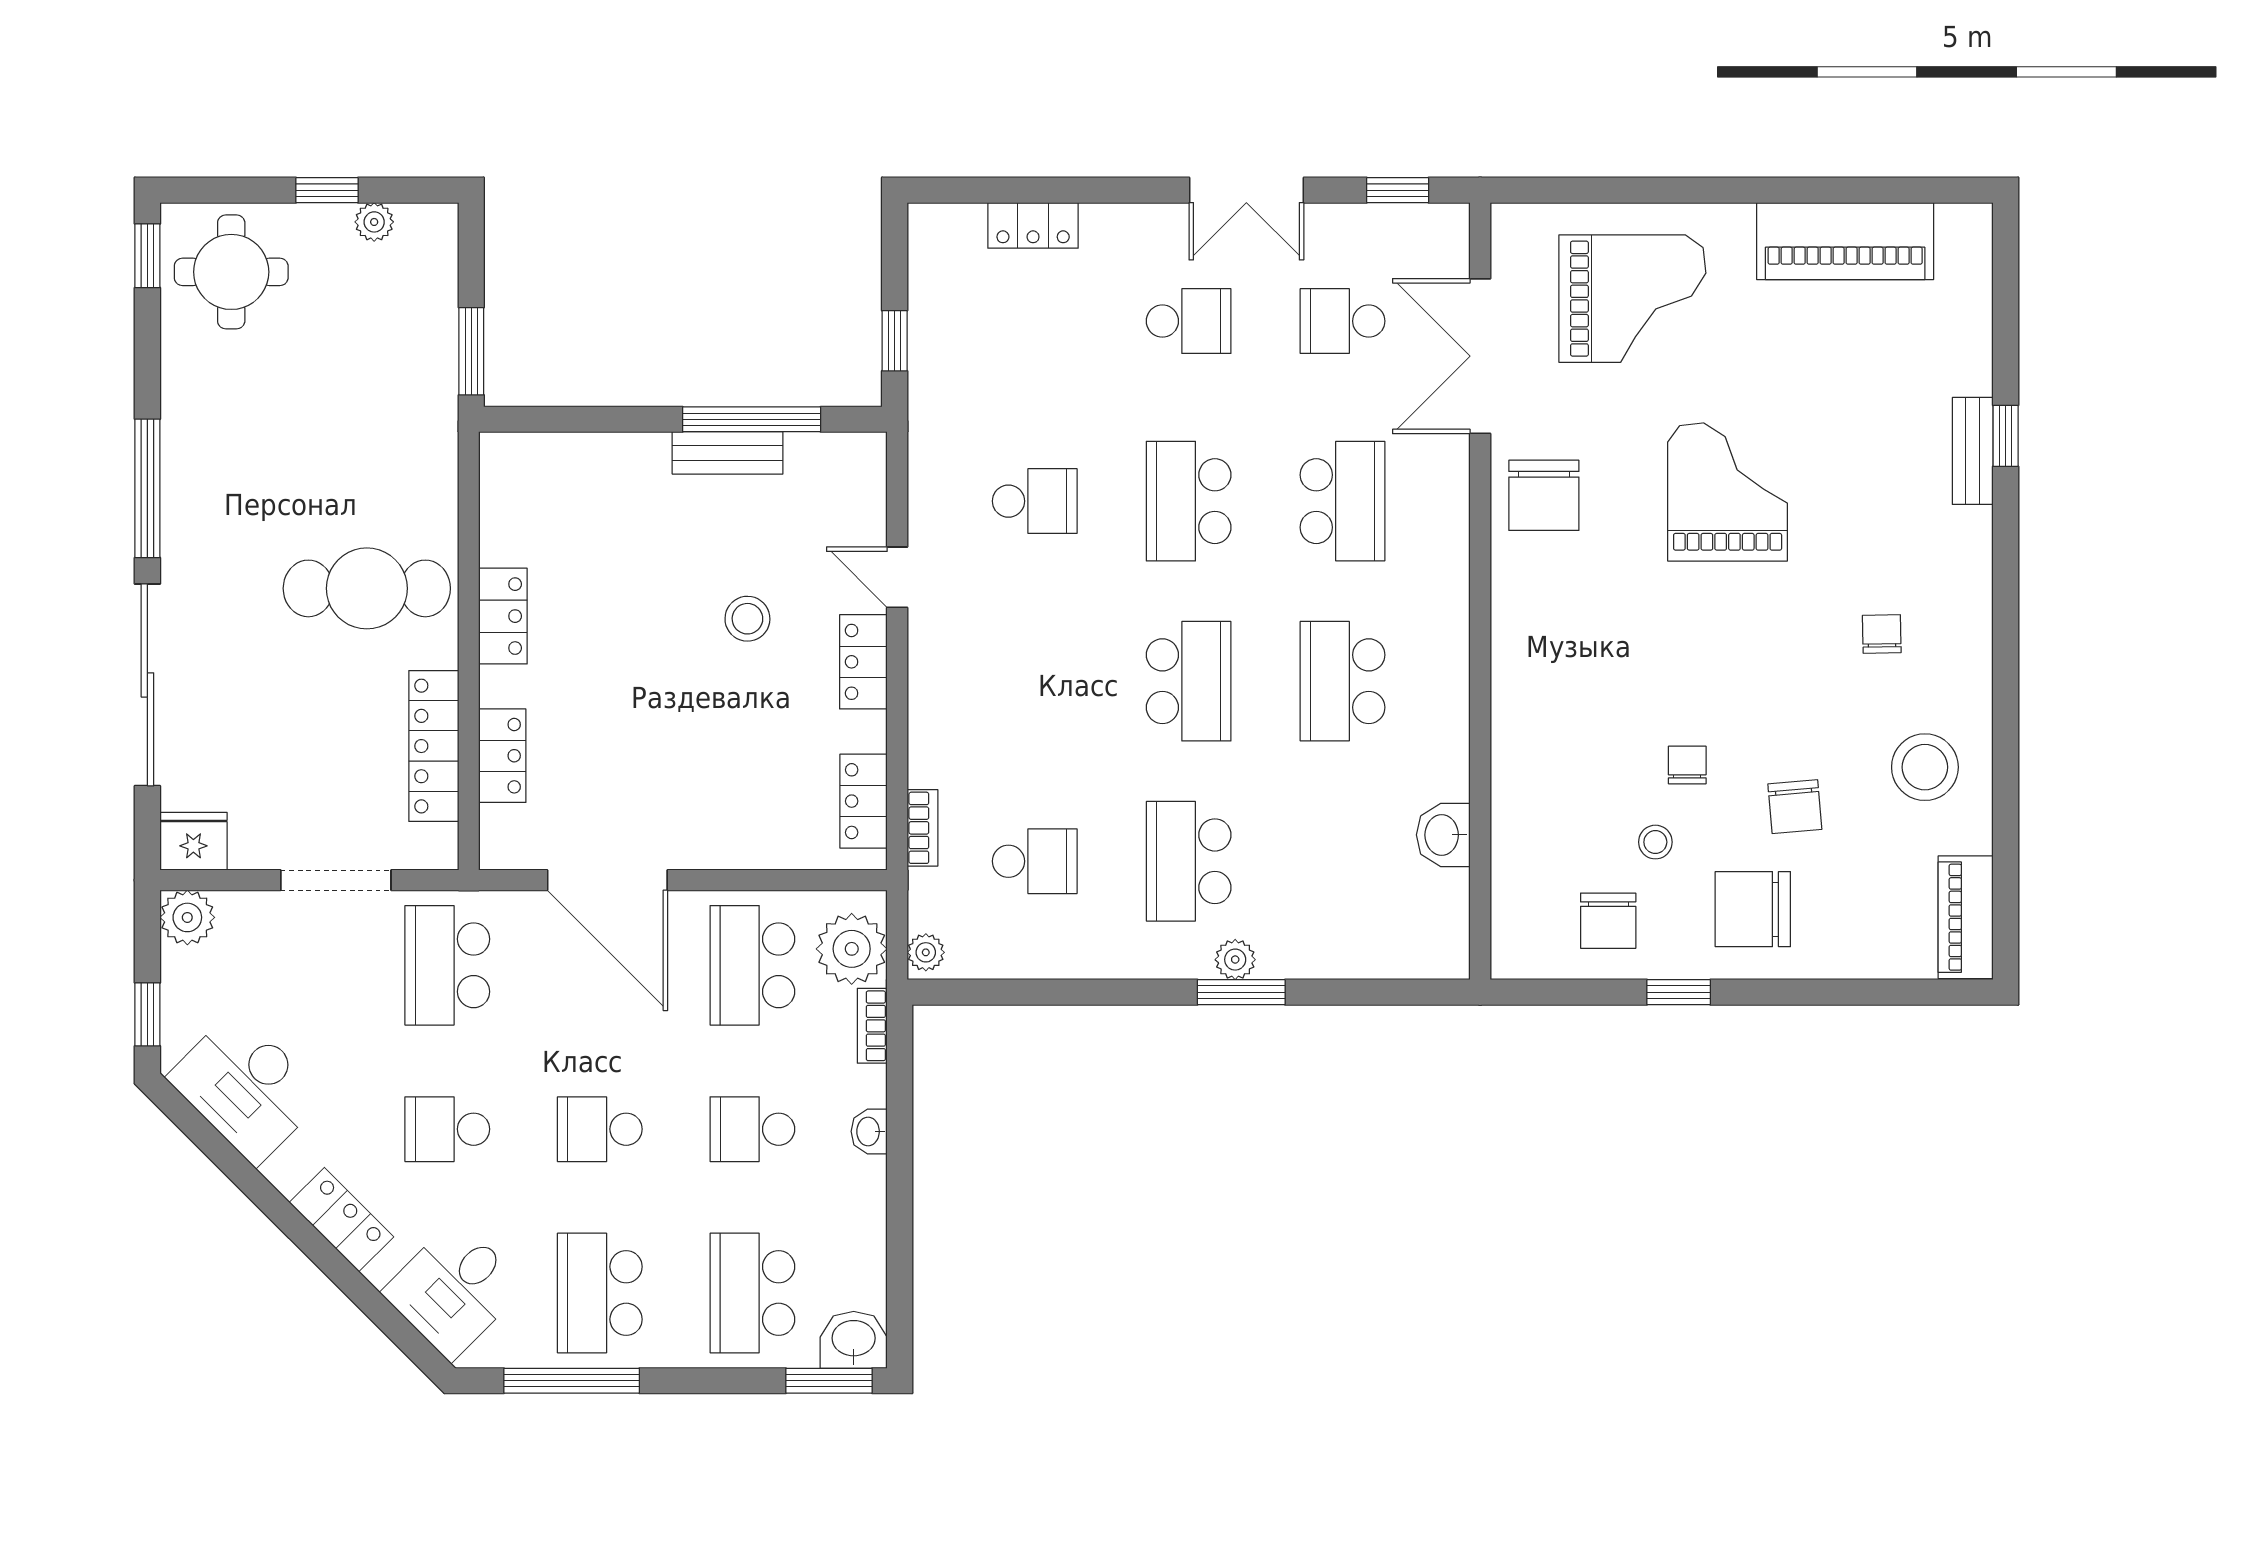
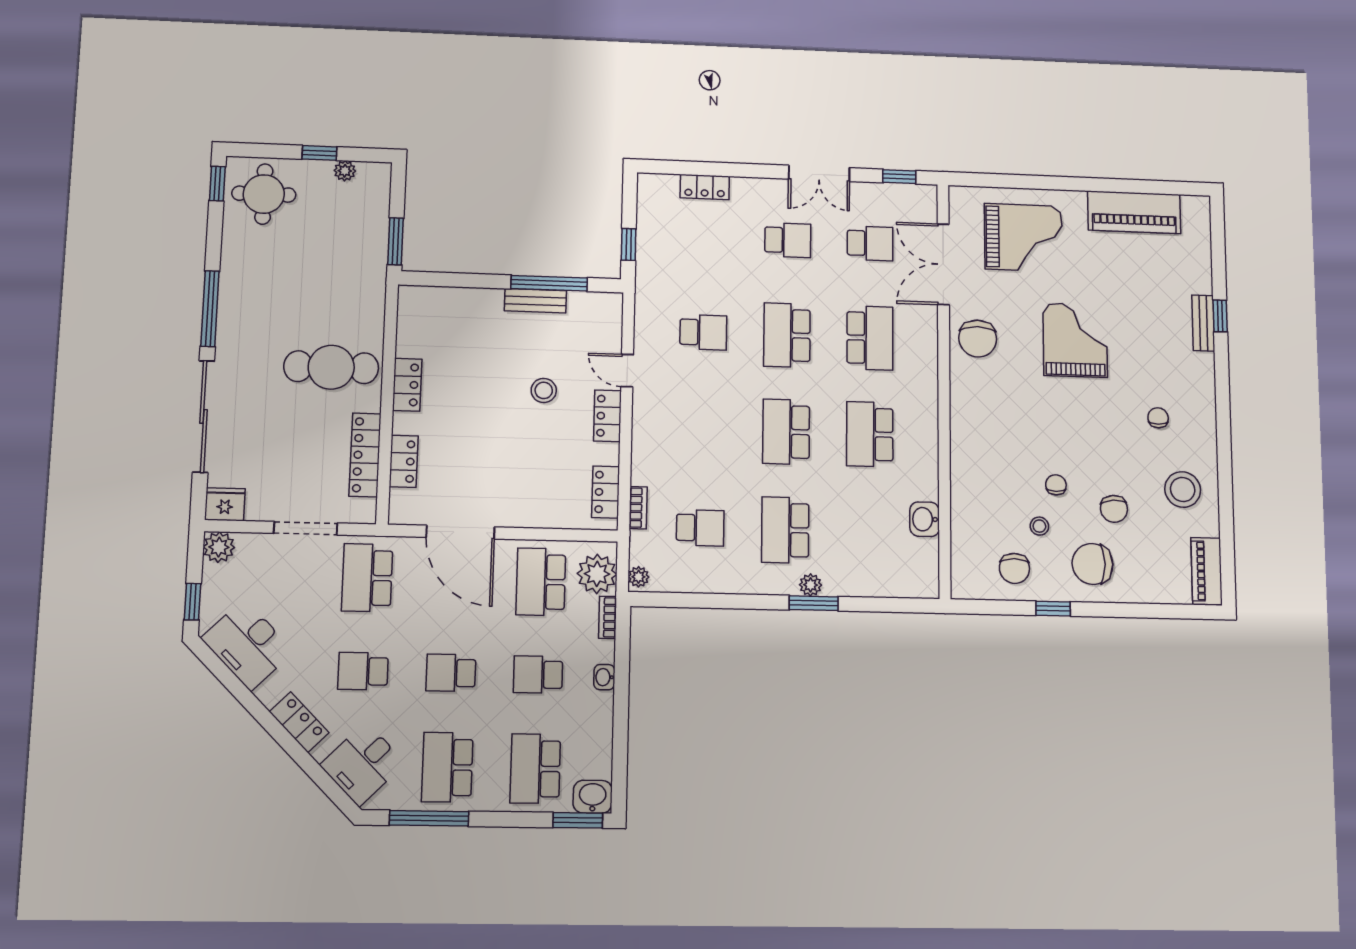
school desk: (1343, 321) -> (870, 243), turned 180
school desk: (1189, 681) -> (786, 432), turned 180

